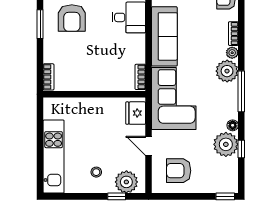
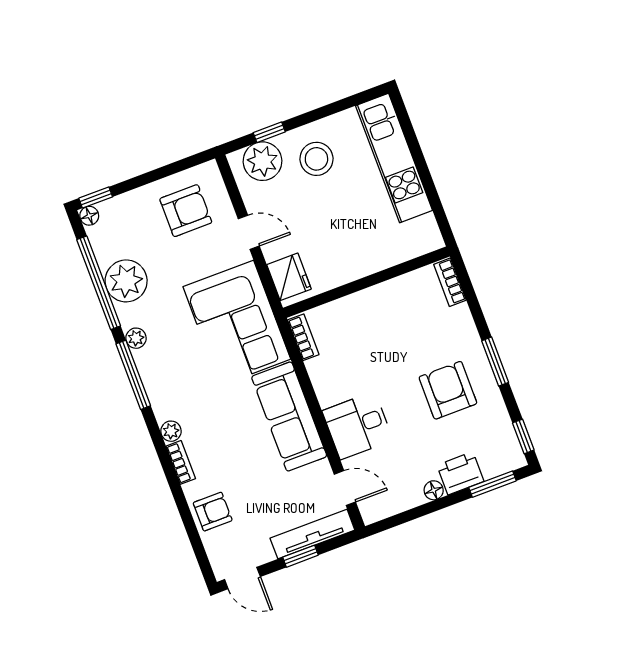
plant: (227, 71) -> (136, 338), moved, width x0.53, depth x0.53
floor lamp: (233, 125) -> (89, 216), moved
window: (241, 149) -> (99, 283), width x3.17
stool: (96, 172) -> (316, 159), width x1.89, depth x1.89

